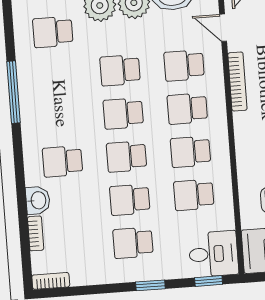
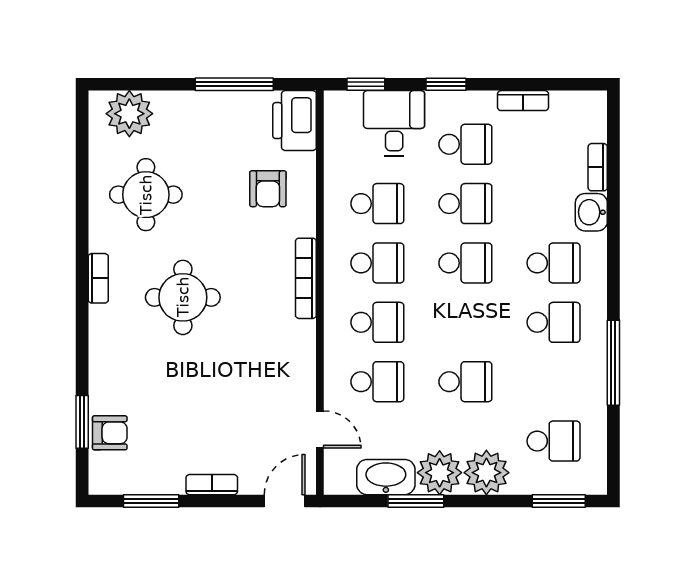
bookcase: (237, 81) -> (306, 278), moved
school desk: (123, 113) -> (553, 322), moved
desk: (213, 254) -> (394, 123), moved, turned 90
bookcase: (51, 281) -> (523, 101), moved

